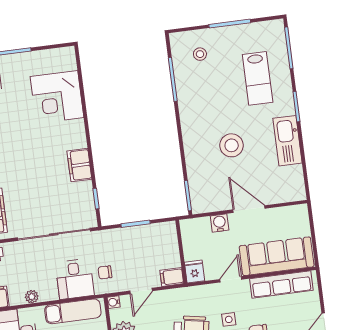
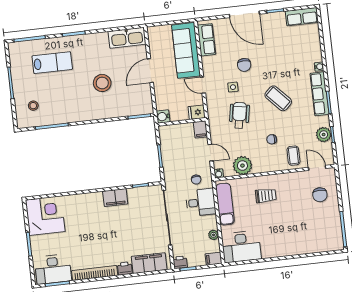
corner desk: (57, 97) -> (45, 216), moved, turned -90
kitchen sink: (287, 141) -> (127, 38), moved
water cooler: (220, 223) -> (163, 117), moved
row of seats: (281, 285) -> (206, 40), width x0.68

